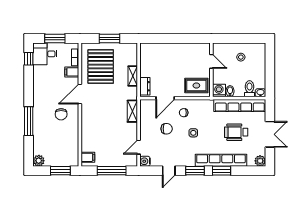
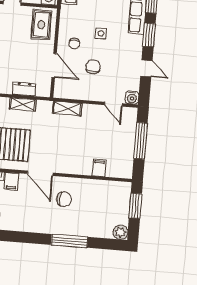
dresser: (145, 86) -> (24, 89), moved
filing cabinet: (88, 157) -> (99, 168), moved

